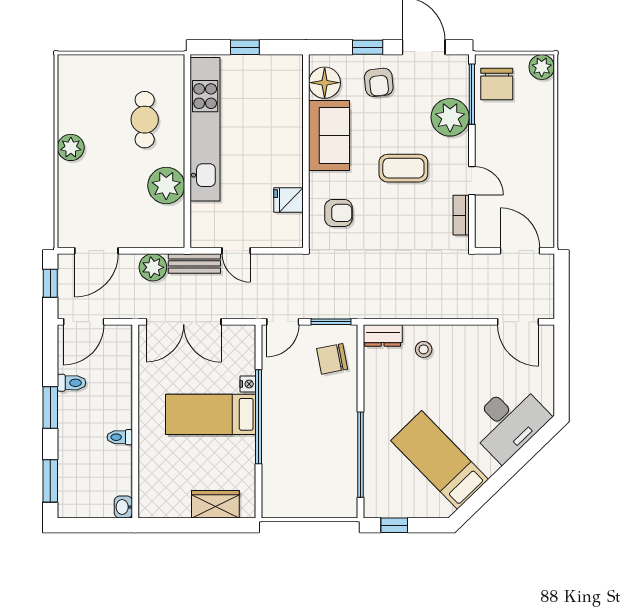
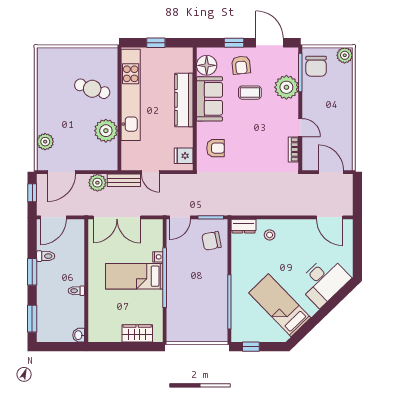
cafe table: (145, 120) -> (92, 89), turned -72
kitchen counter: (289, 137) -> (184, 100), added
plant: (71, 147) -> (45, 142), moved
coffee table: (403, 168) -> (250, 93), moved, width x0.73, depth x0.77
fridge: (288, 200) -> (184, 156), moved

